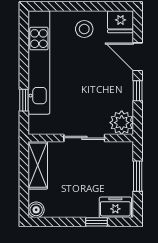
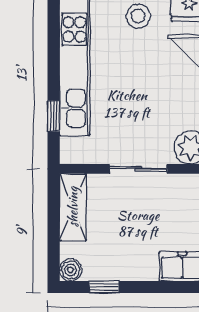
window: (96, 222) -> (104, 287), moved

